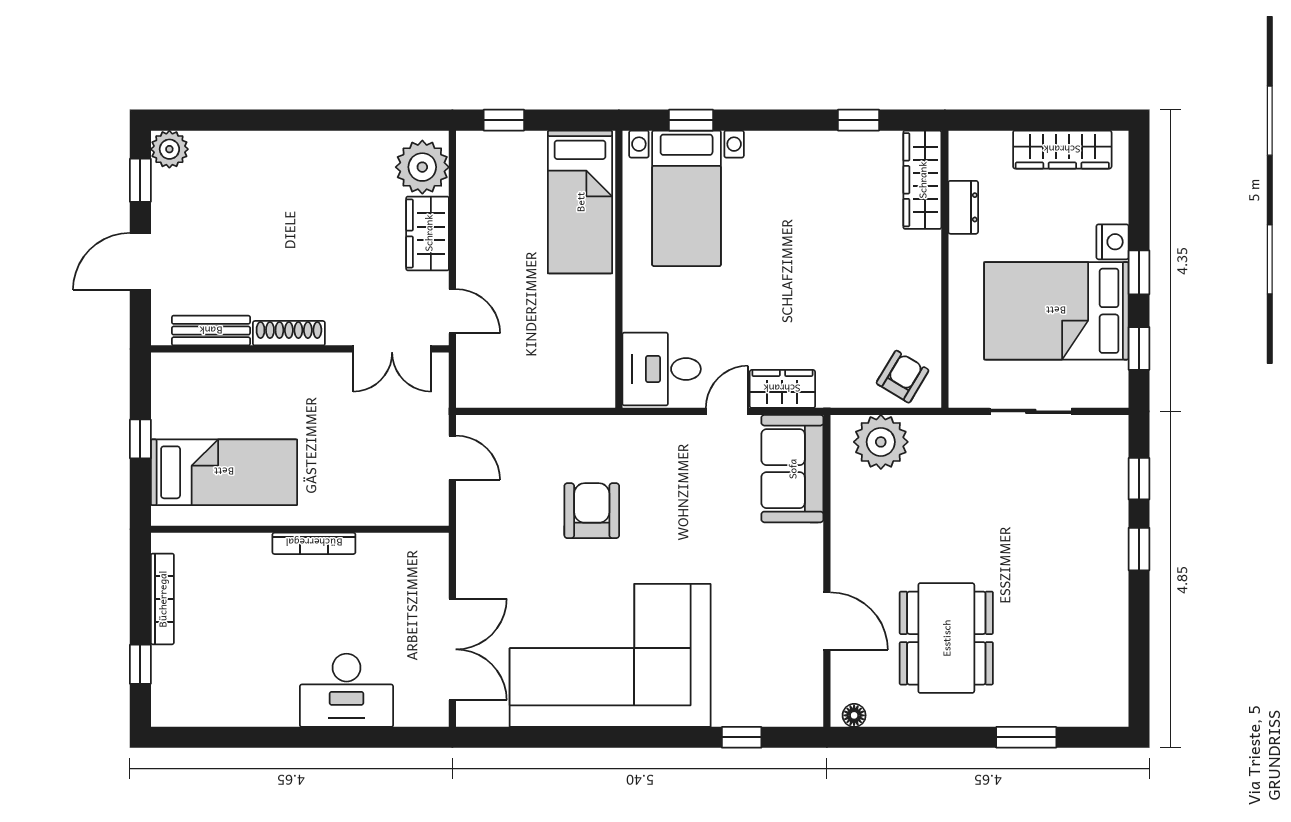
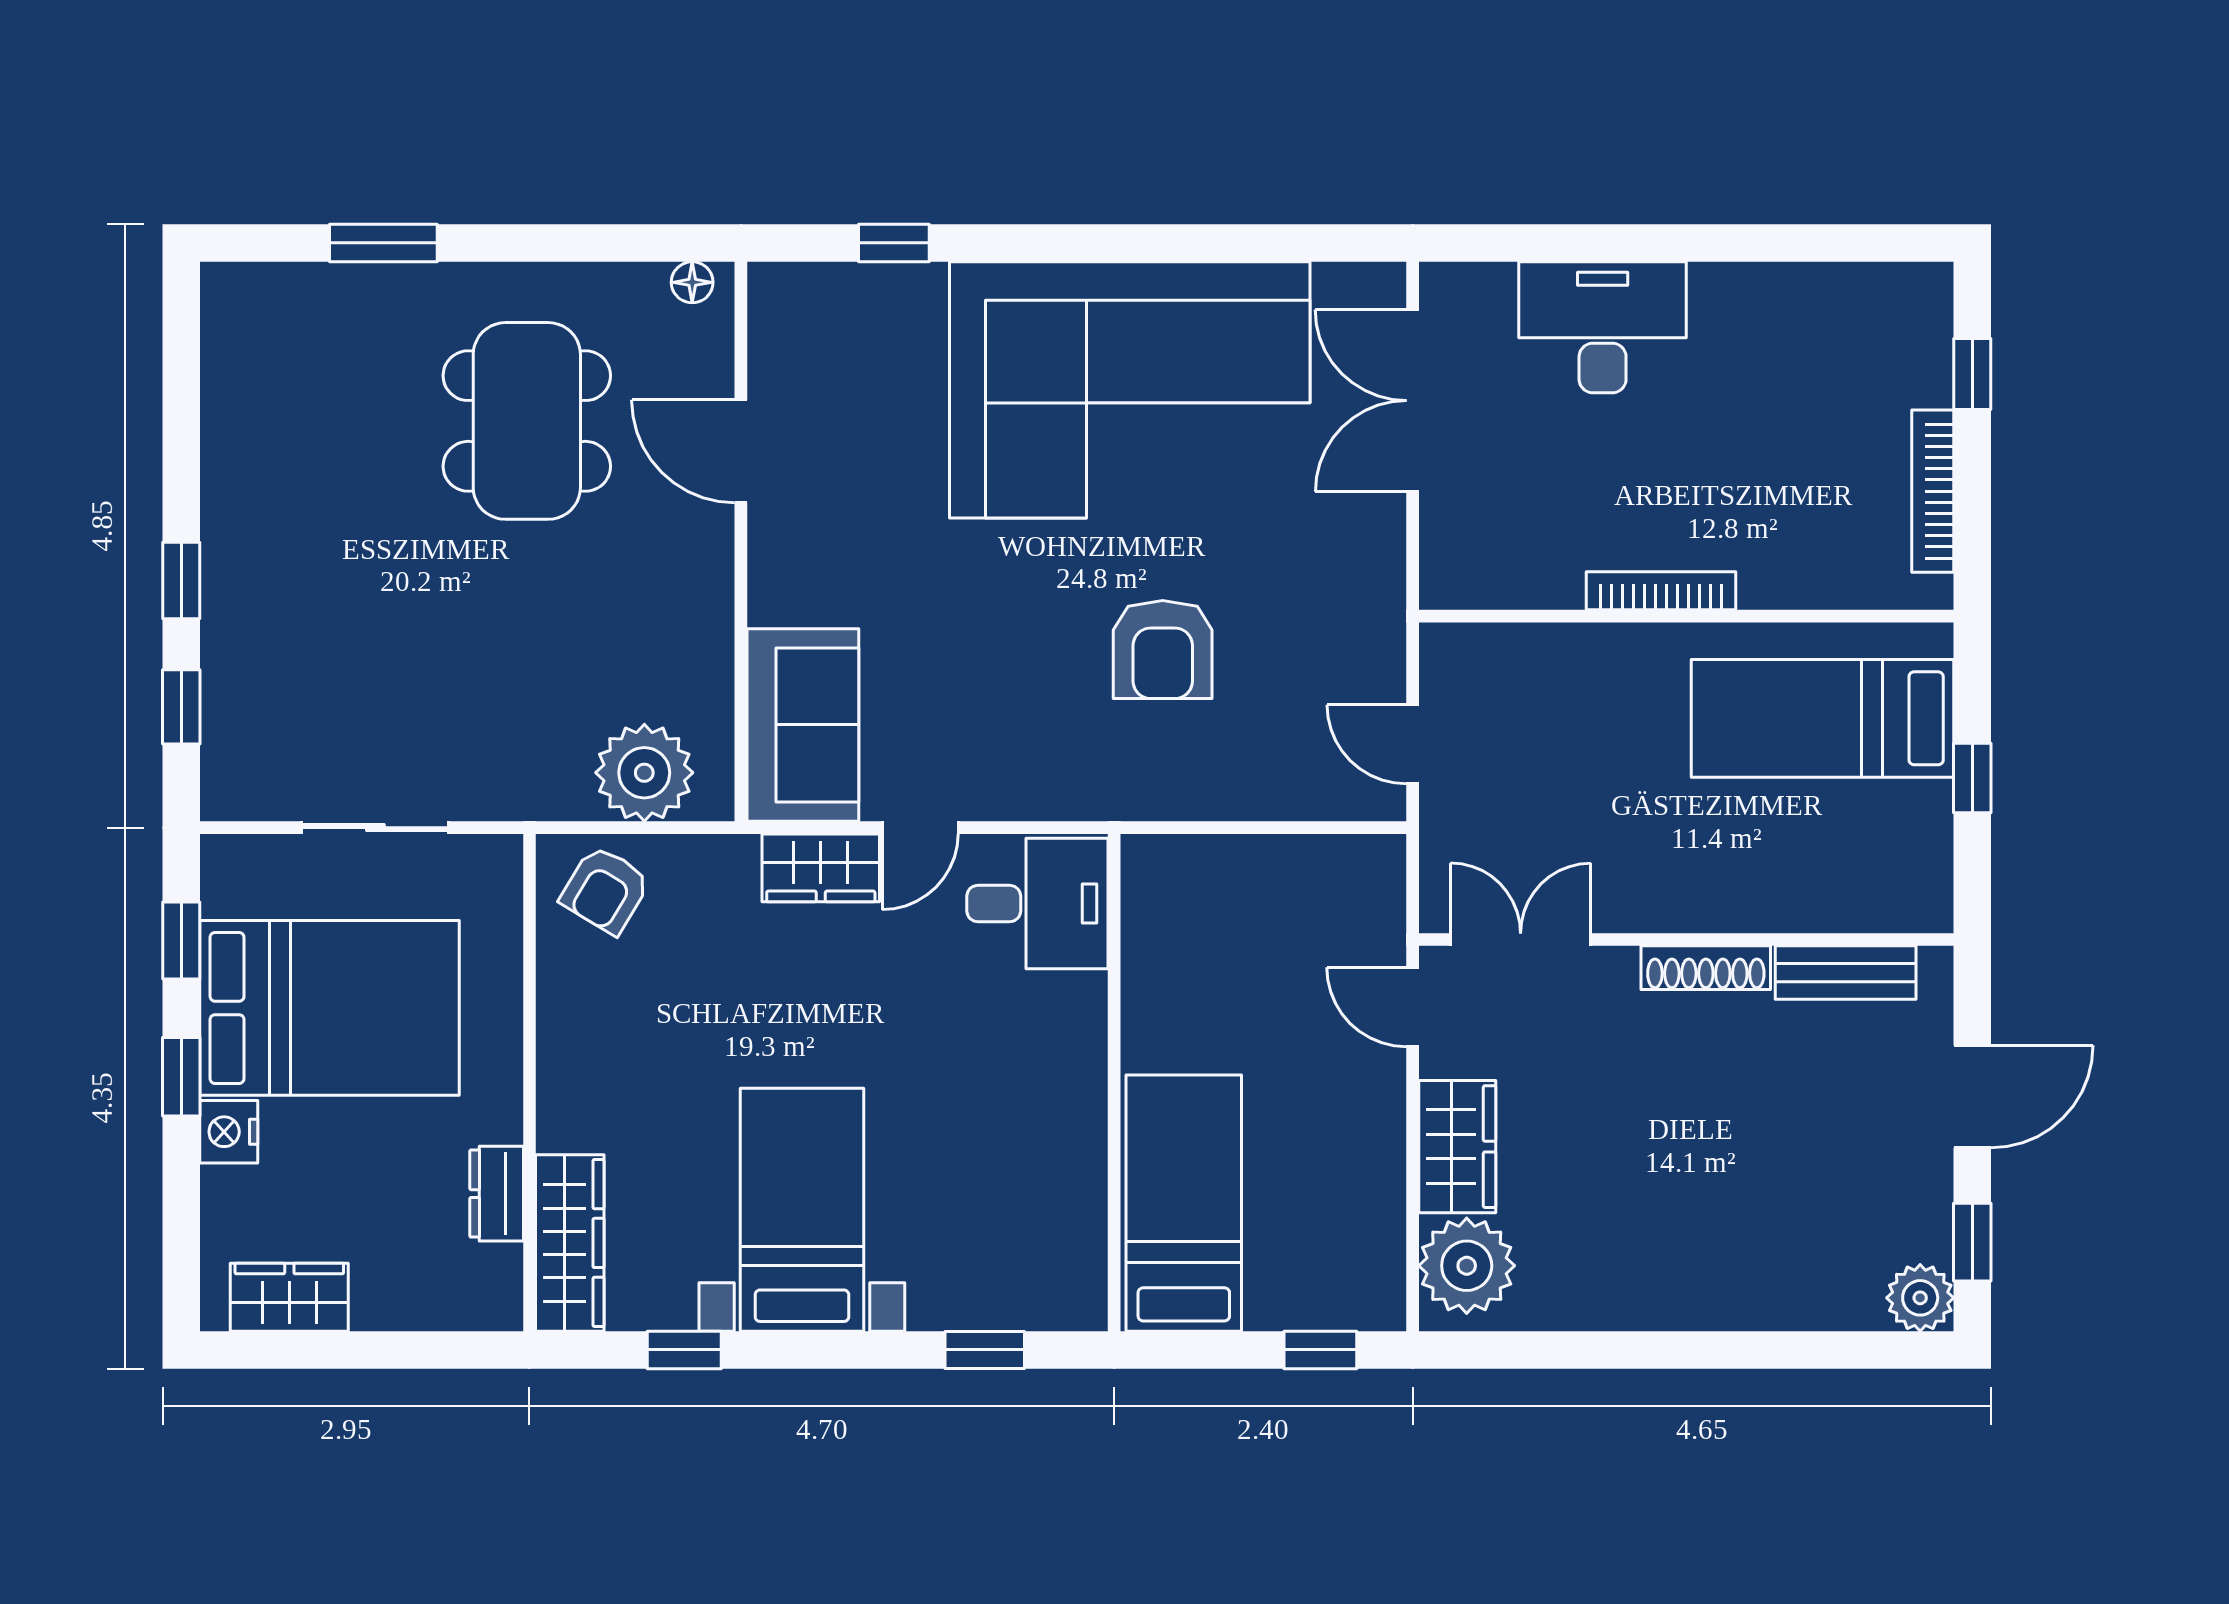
wardrobe: (1062, 150) -> (289, 1297), width x0.67
bed with nightstands: (687, 198) -> (802, 1210), moved

